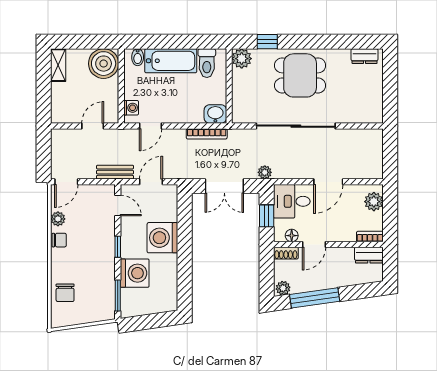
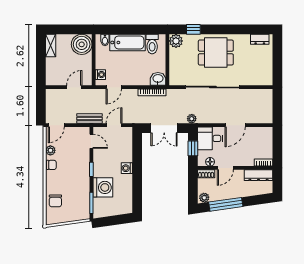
plant: (374, 202) -> (266, 139), removed
washing machine: (162, 238) -> (127, 168), width x0.53, depth x0.53
dresser: (369, 255) -> (259, 175), width x1.44

